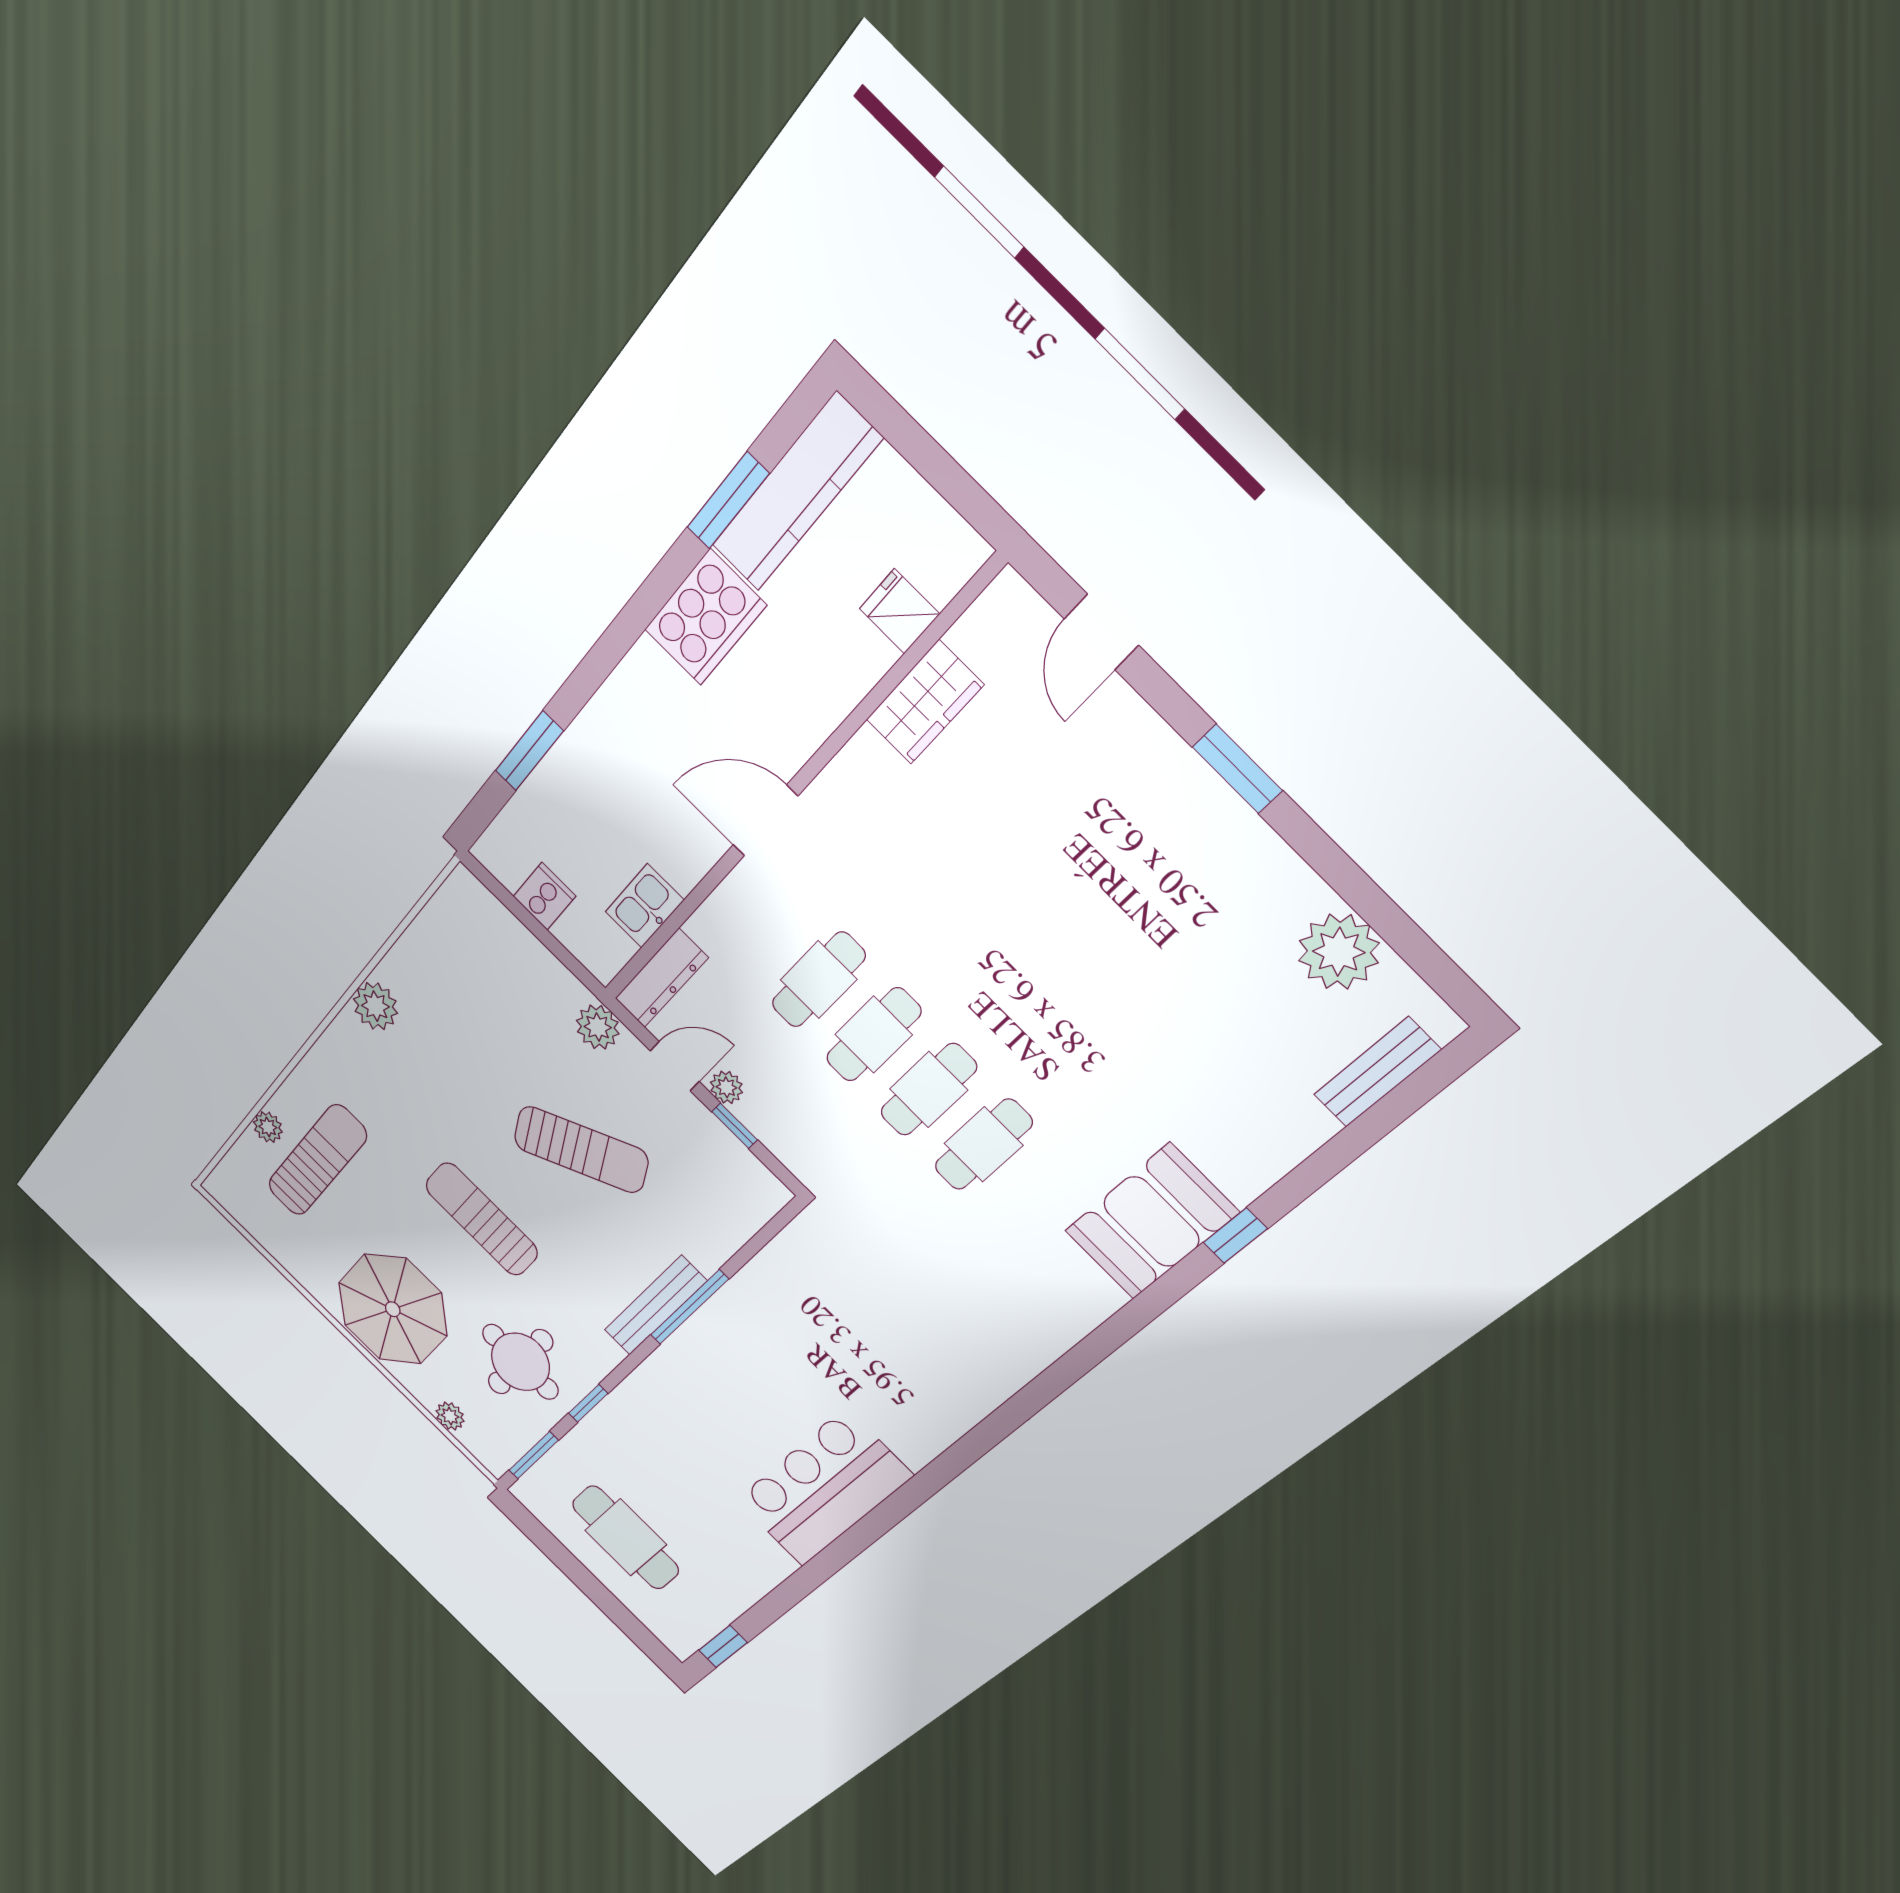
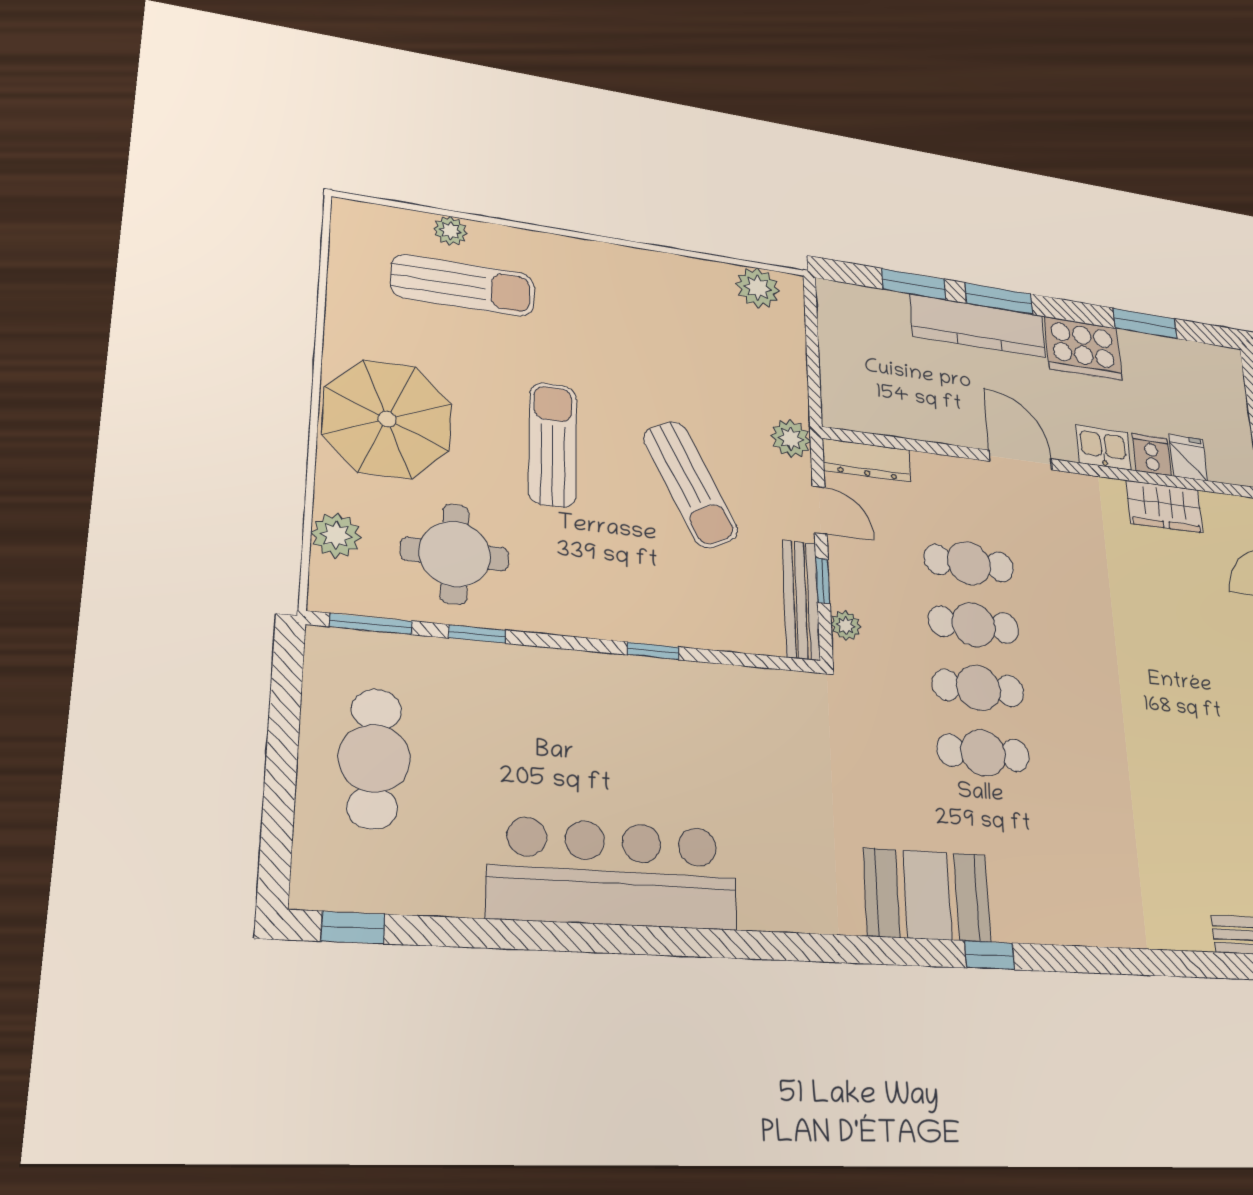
kitchen counter: (796, 492) -> (978, 326), moved
window: (596, 666) -> (999, 299), added
cooker: (545, 896) -> (1152, 455), moved, turned -90
kitchen sink: (645, 906) -> (1103, 448), moved
plant: (375, 1006) -> (758, 288), moved
plant: (726, 1087) -> (846, 625), moved
booth: (1151, 1222) -> (927, 895), moved
window: (1235, 1236) -> (990, 955), moved
bench: (655, 1305) -> (801, 600), moved, turned 90
window: (689, 1307) -> (653, 651), width x0.46
plant: (450, 1416) -> (336, 535), width x1.38, depth x1.38
bar counter: (823, 1488) -> (613, 873), width x1.36

